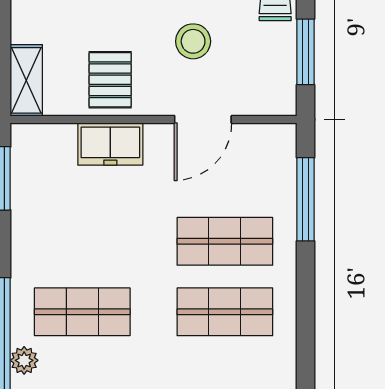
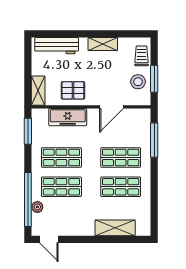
stool: (193, 41) -> (138, 82), moved
pallet: (110, 80) -> (73, 90), turned 90
freezer: (110, 144) -> (68, 117), width x1.40
shop shelf: (82, 241) -> (61, 157), added

